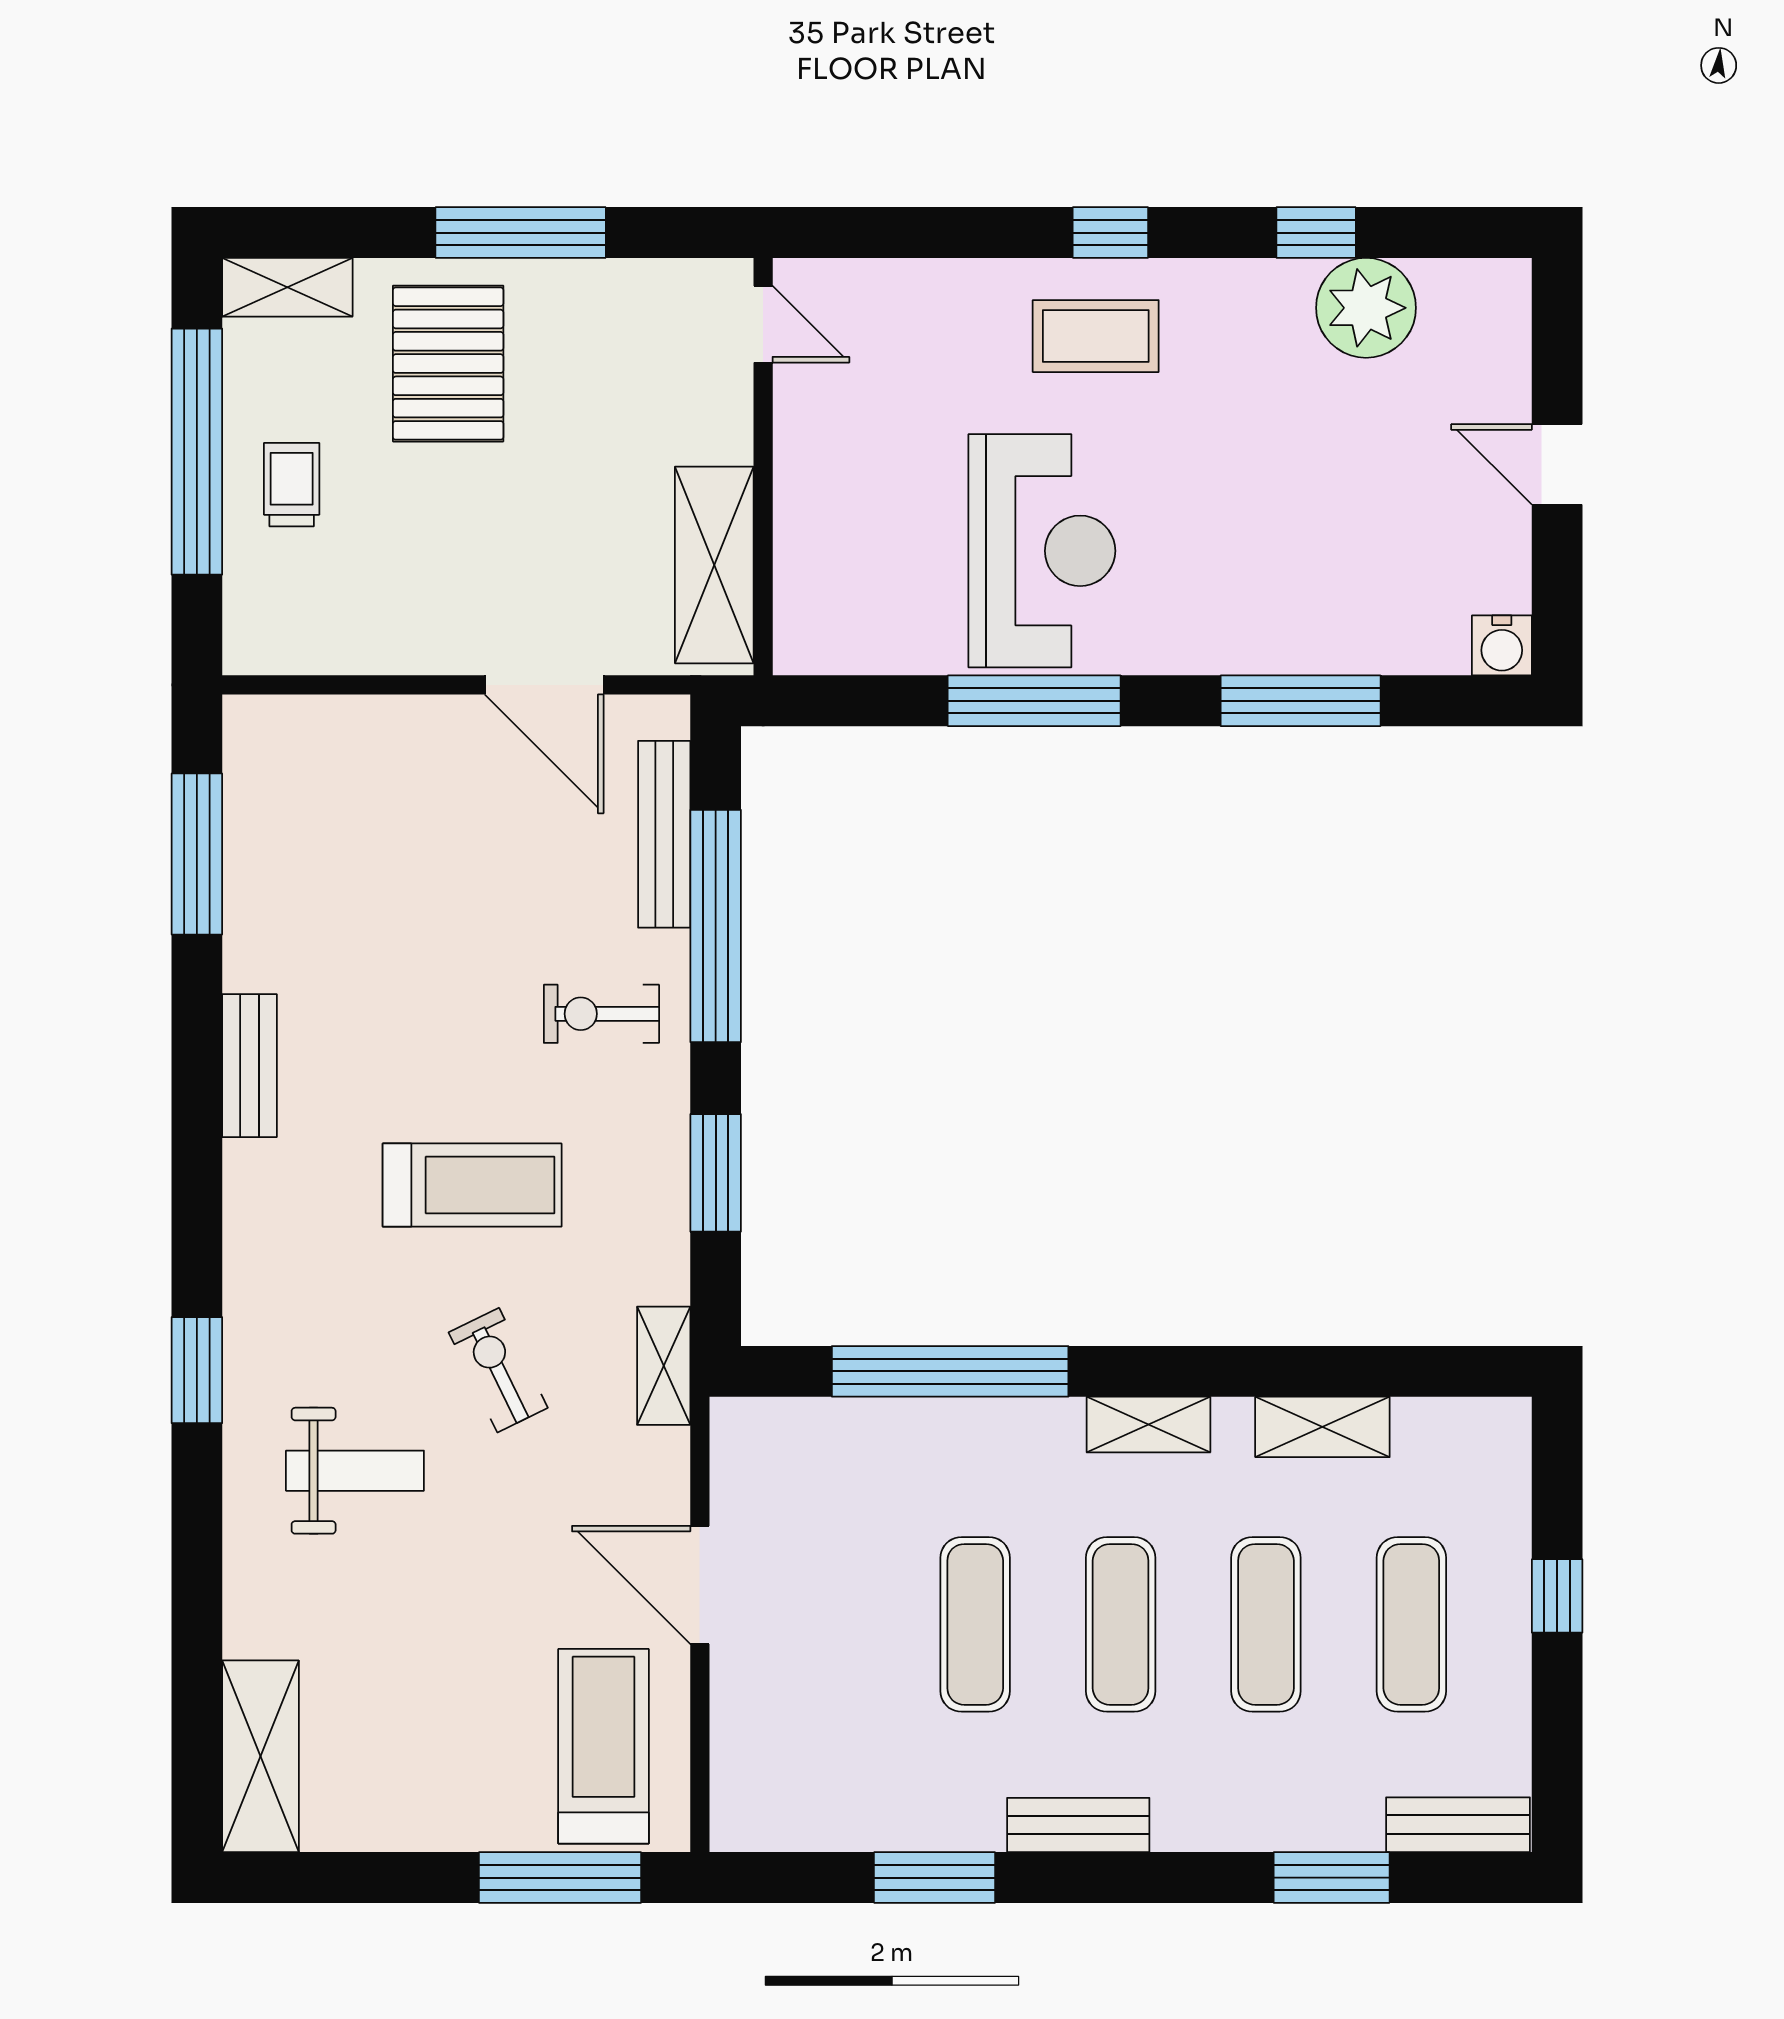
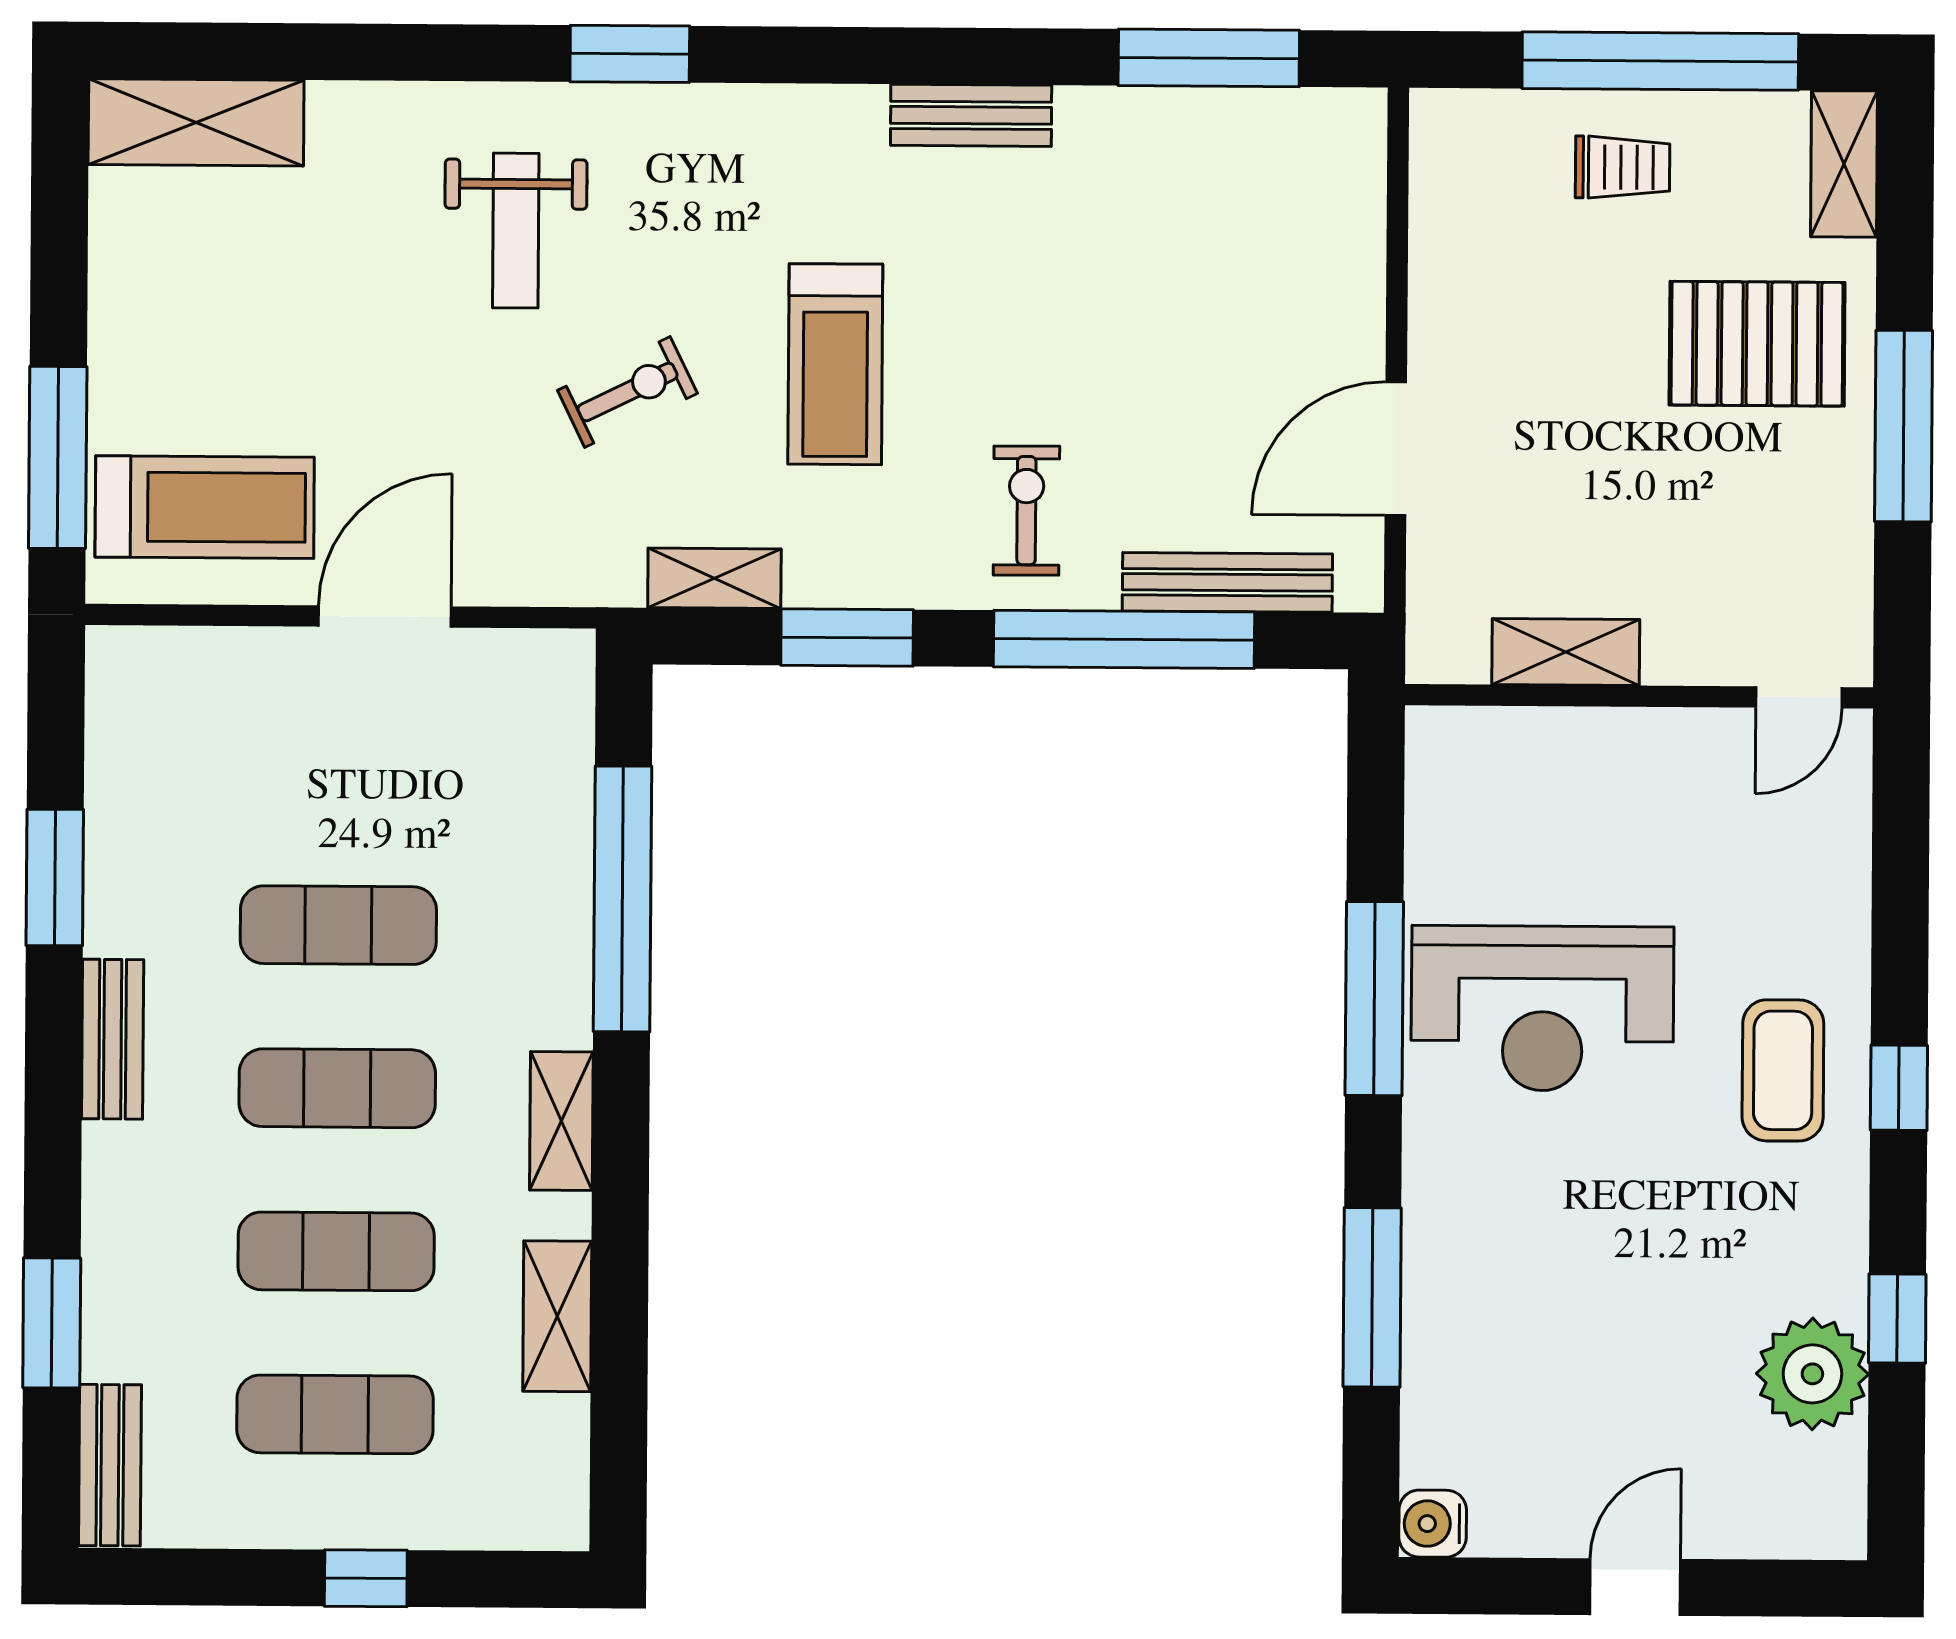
shelving: (714, 565) -> (1566, 652), width x0.67, depth x0.75
shelving: (664, 1366) -> (714, 578), moved

